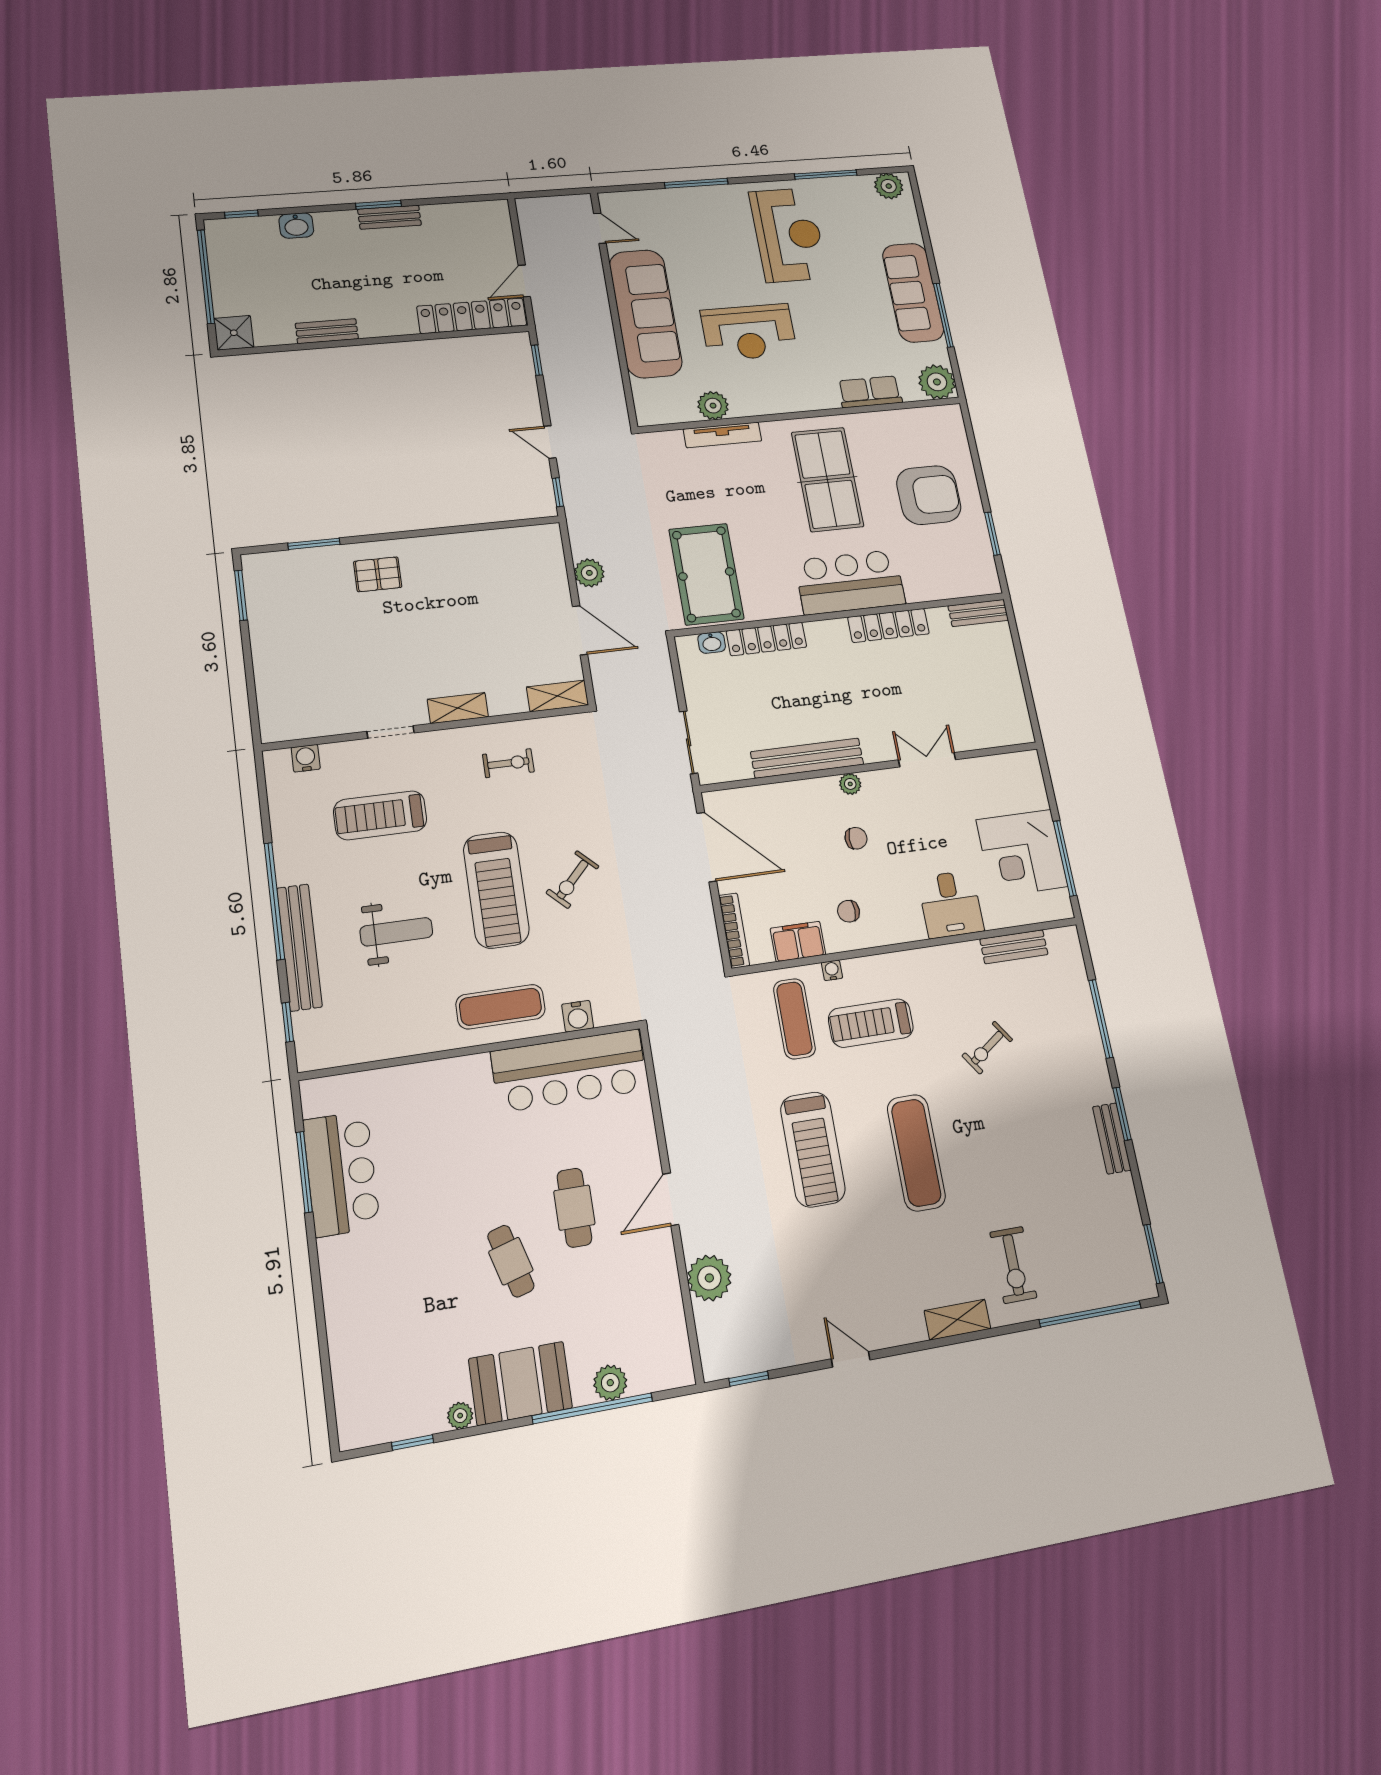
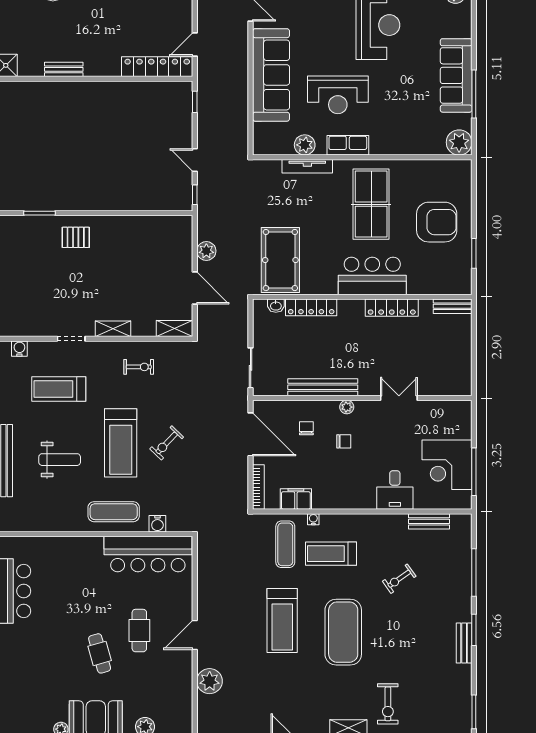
row of seats: (870, 392) -> (348, 145), moved
chair: (848, 911) -> (306, 428), moved, turned 90
exercise mat: (916, 1153) -> (343, 632), width x1.47

